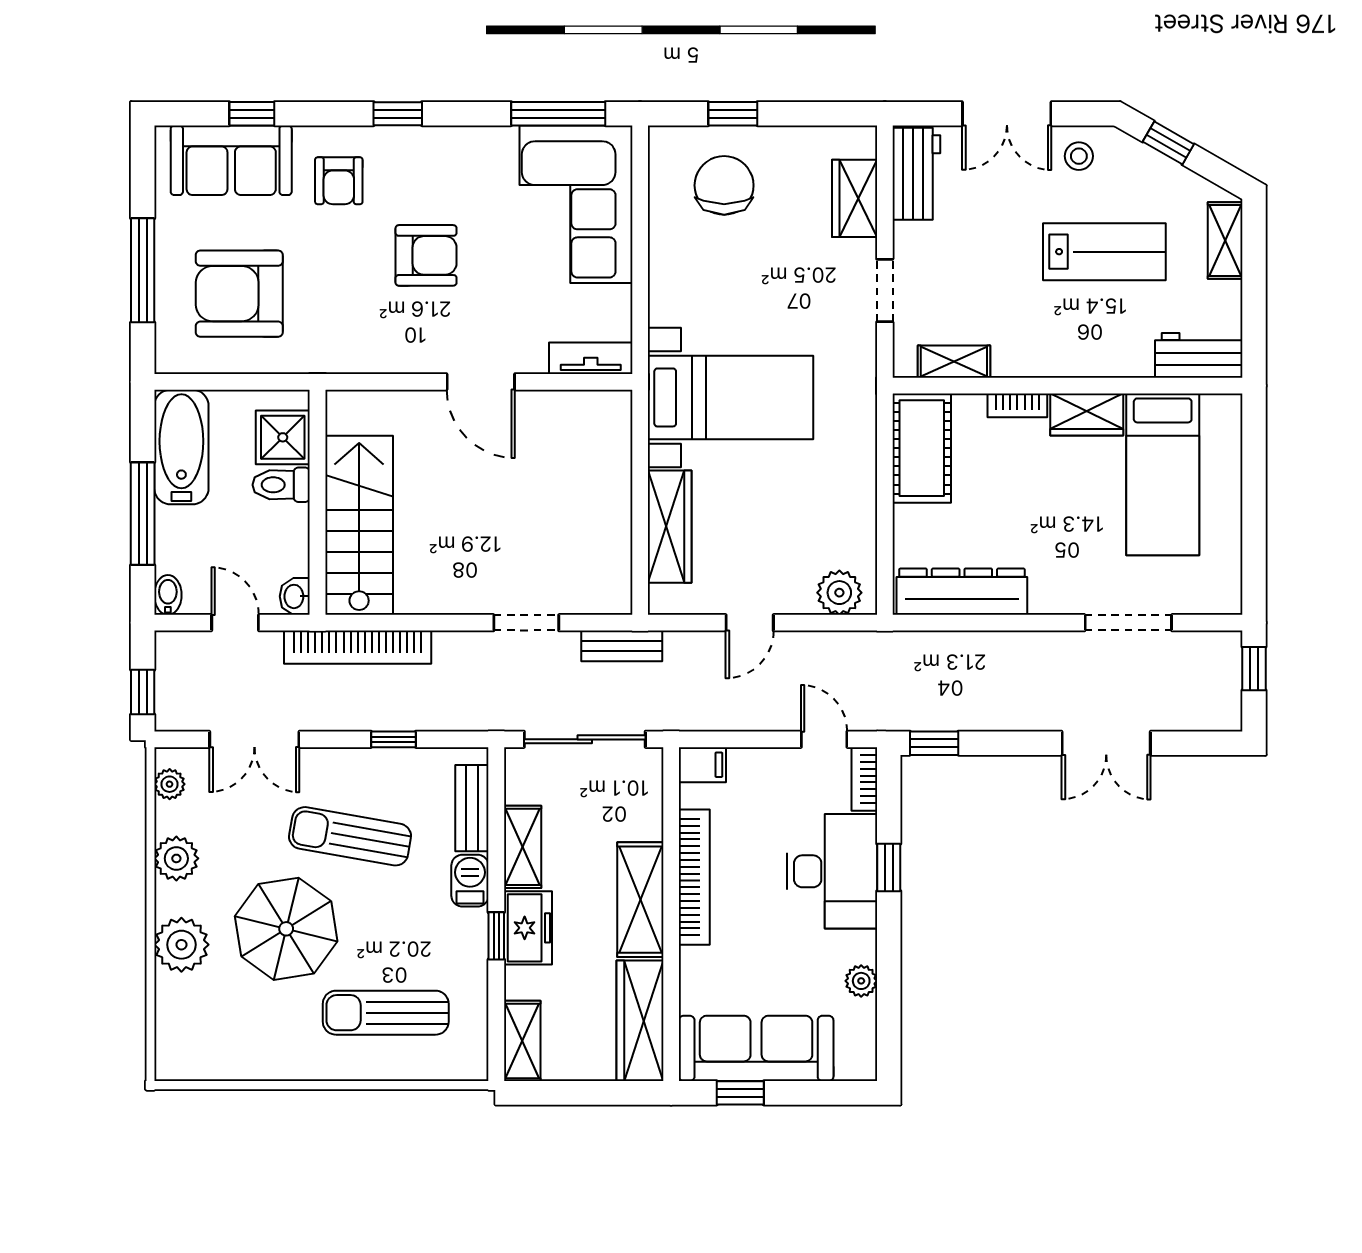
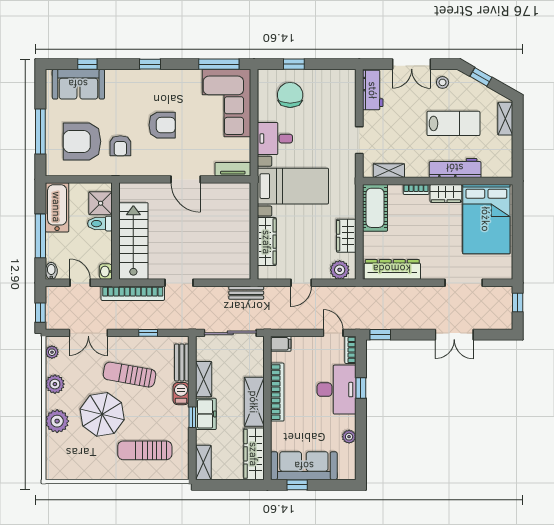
armchair: (339, 181) -> (120, 146), moved
wardrobe: (855, 198) -> (346, 236), moved
desk: (688, 287) -> (275, 139), added
workbench: (1199, 355) -> (455, 168), moved, width x1.38
bed: (1163, 474) -> (486, 219), width x1.50
doorway: (526, 623) -> (179, 283), moved

